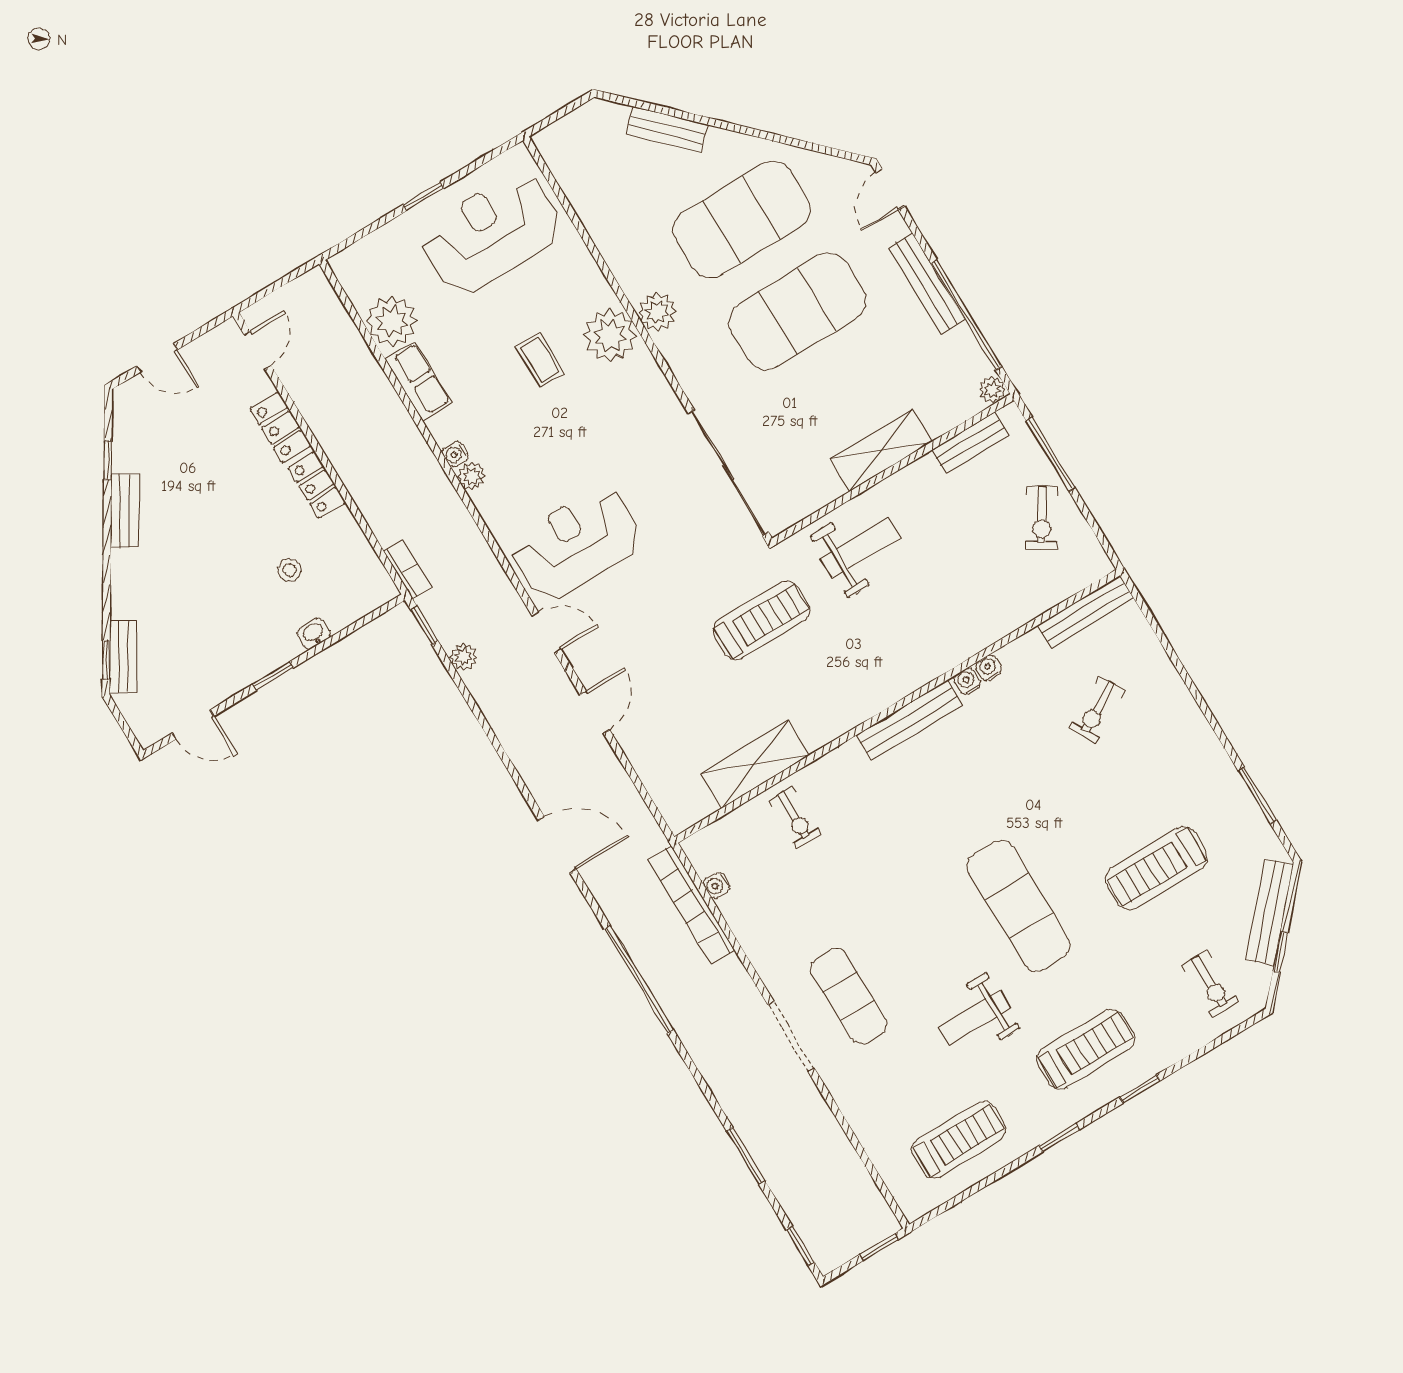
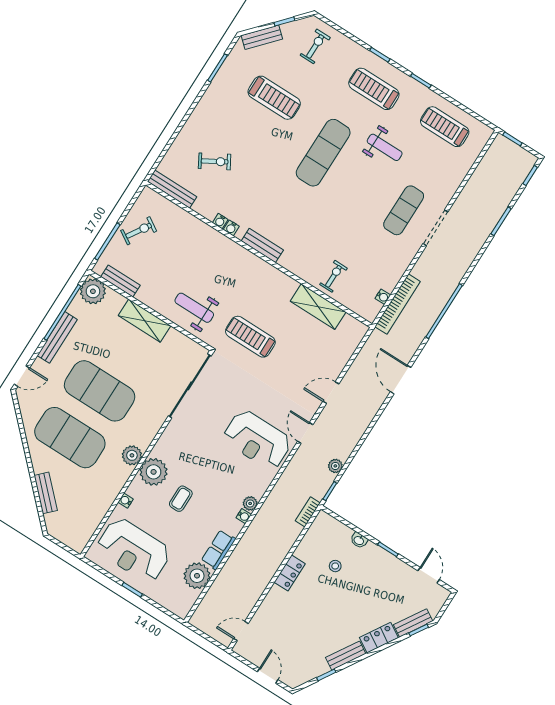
water cooler: (584, 262) -> (126, 501), added
plant: (992, 390) -> (93, 291), width x1.88, depth x1.88
locker: (281, 427) -> (379, 638), moved, turned -148
bench: (910, 720) -> (262, 245), width x0.73
bench: (1270, 913) -> (262, 37), width x0.73

